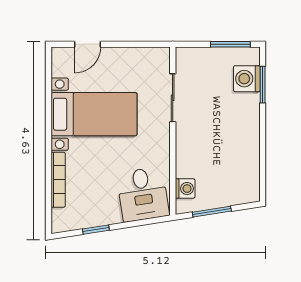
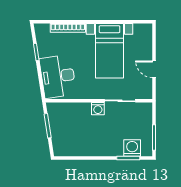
door: (88, 44) -> (154, 69), moved
washing machine: (185, 189) -> (98, 109), moved
desk: (143, 194) -> (58, 76), width x1.37

